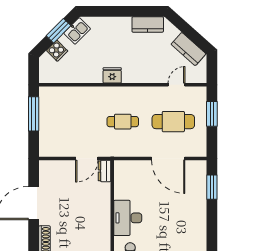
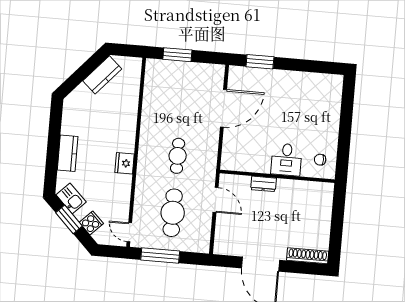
kitchen counter: (148, 24) -> (68, 153), moved
door: (176, 85) -> (129, 232), moved
cafe table: (173, 122) -> (173, 213), moved
dresser: (105, 171) -> (263, 184), moved
desk: (128, 218) -> (286, 160), width x0.73

